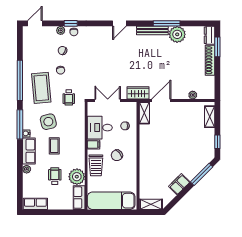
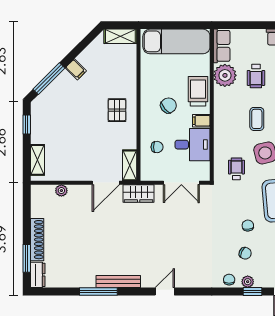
window: (71, 23) -> (253, 292), moved
plant: (177, 34) -> (83, 276), removed
wheelchair: (69, 97) -> (236, 169), moved
pallet: (153, 152) -> (117, 110), added
filing cabinet: (179, 184) -> (76, 69), width x0.50

